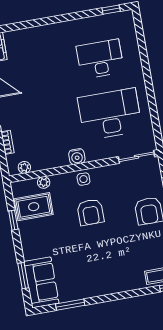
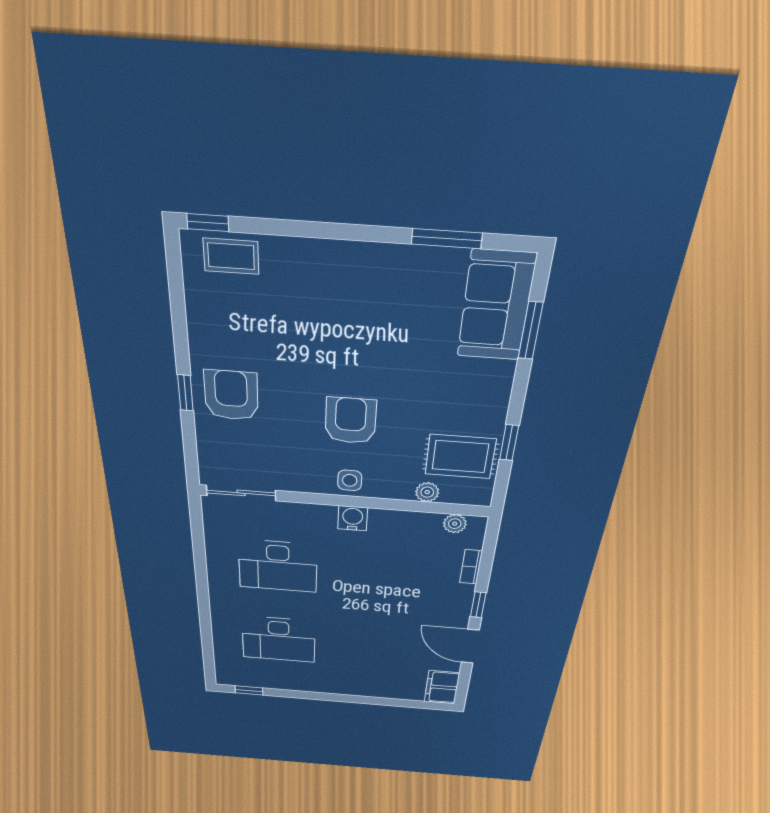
desk: (110, 114) -> (278, 566), width x0.73, depth x0.77

